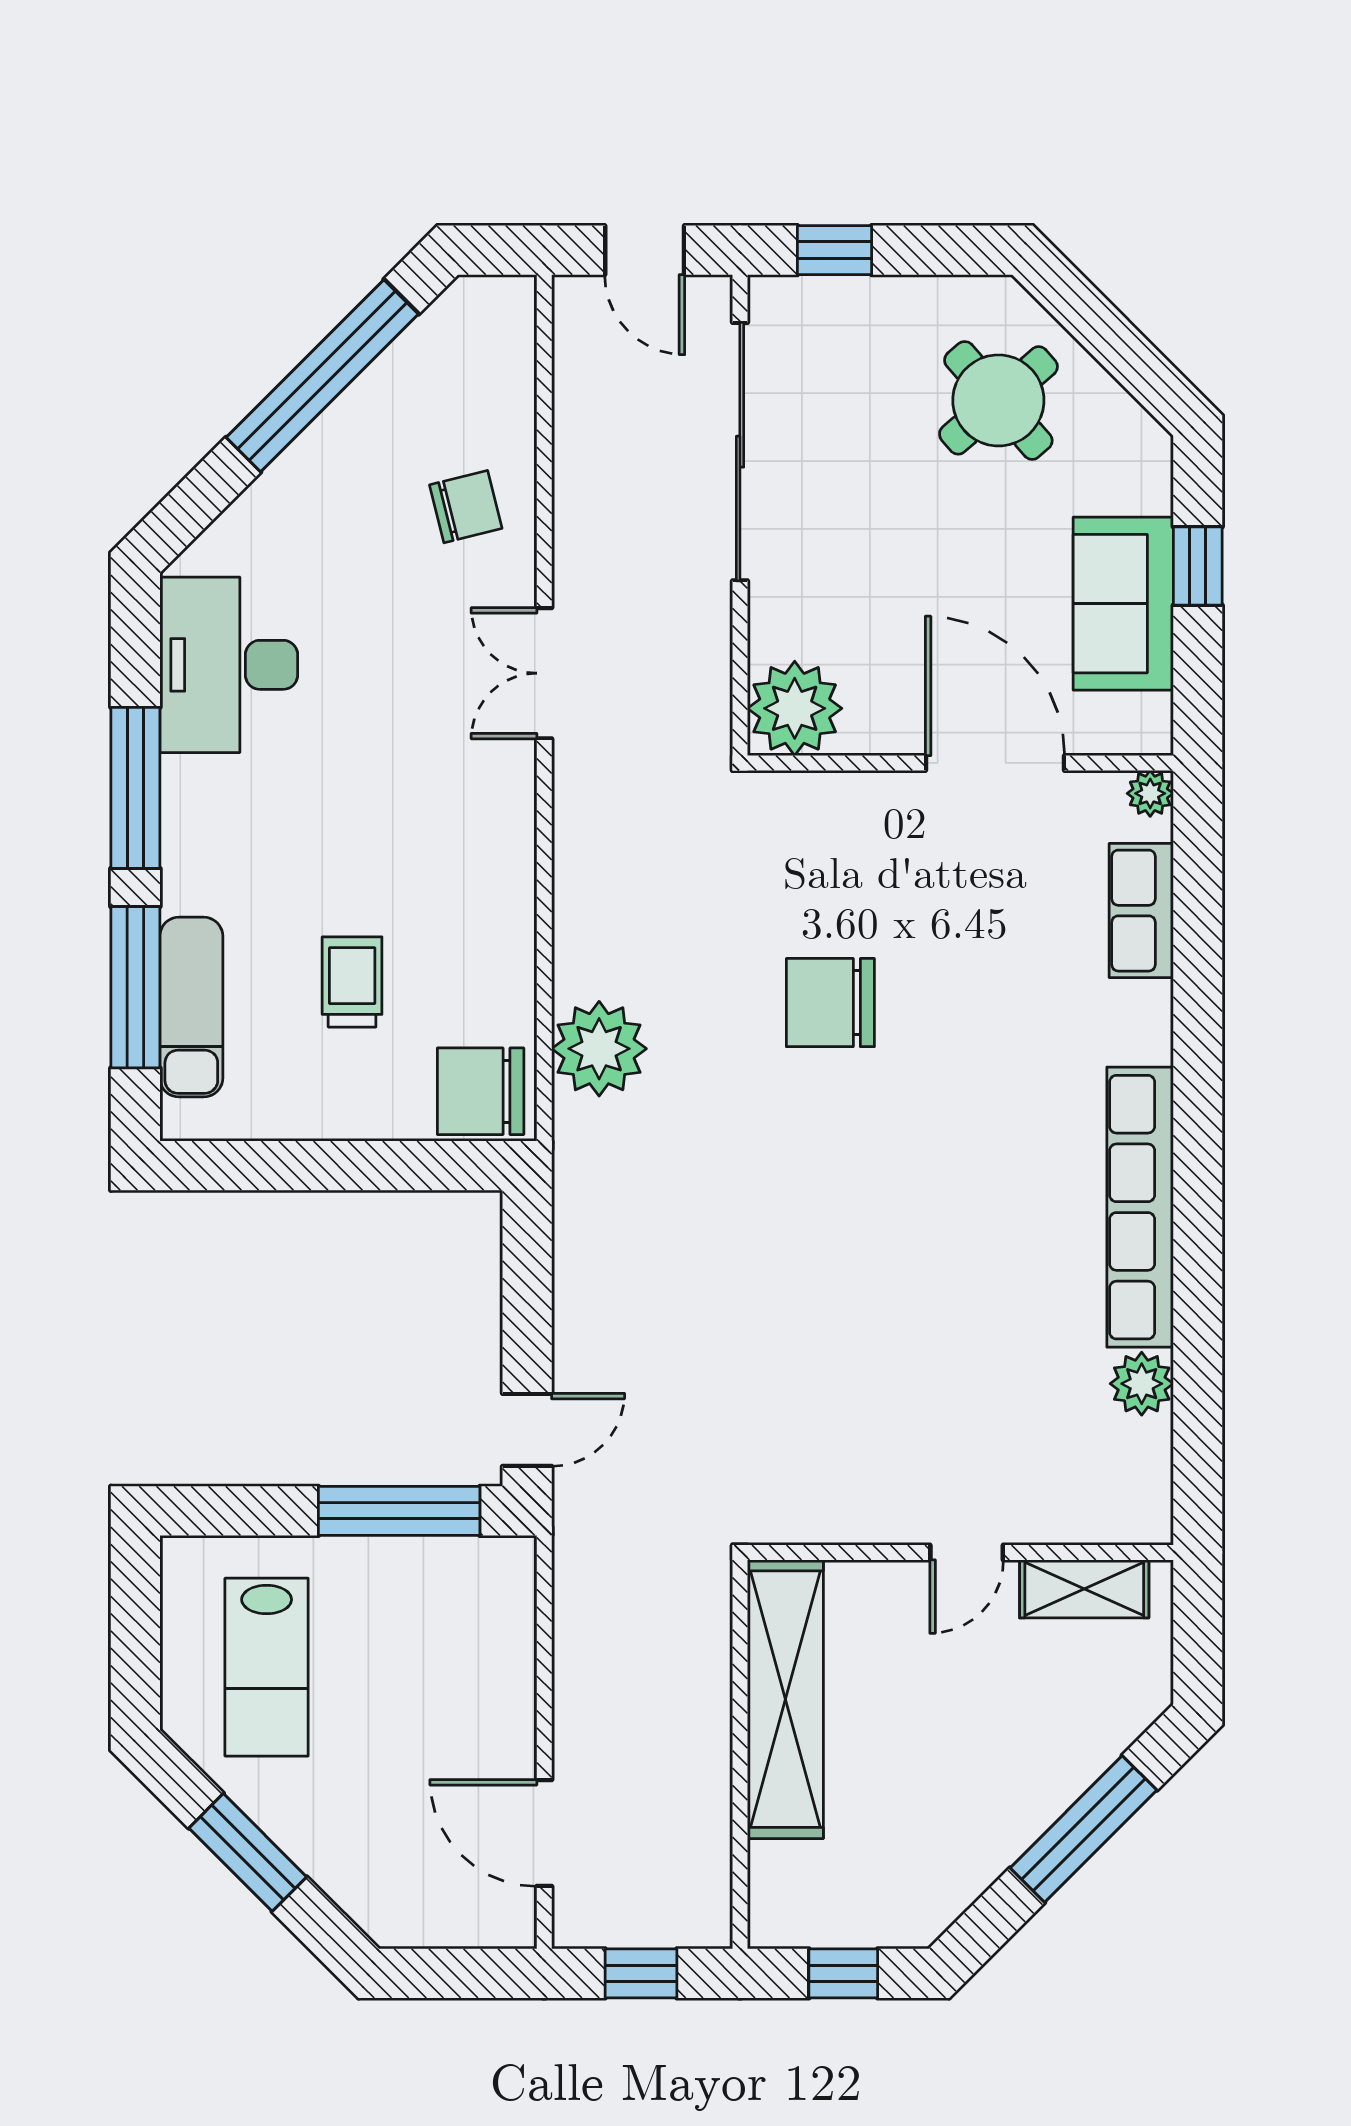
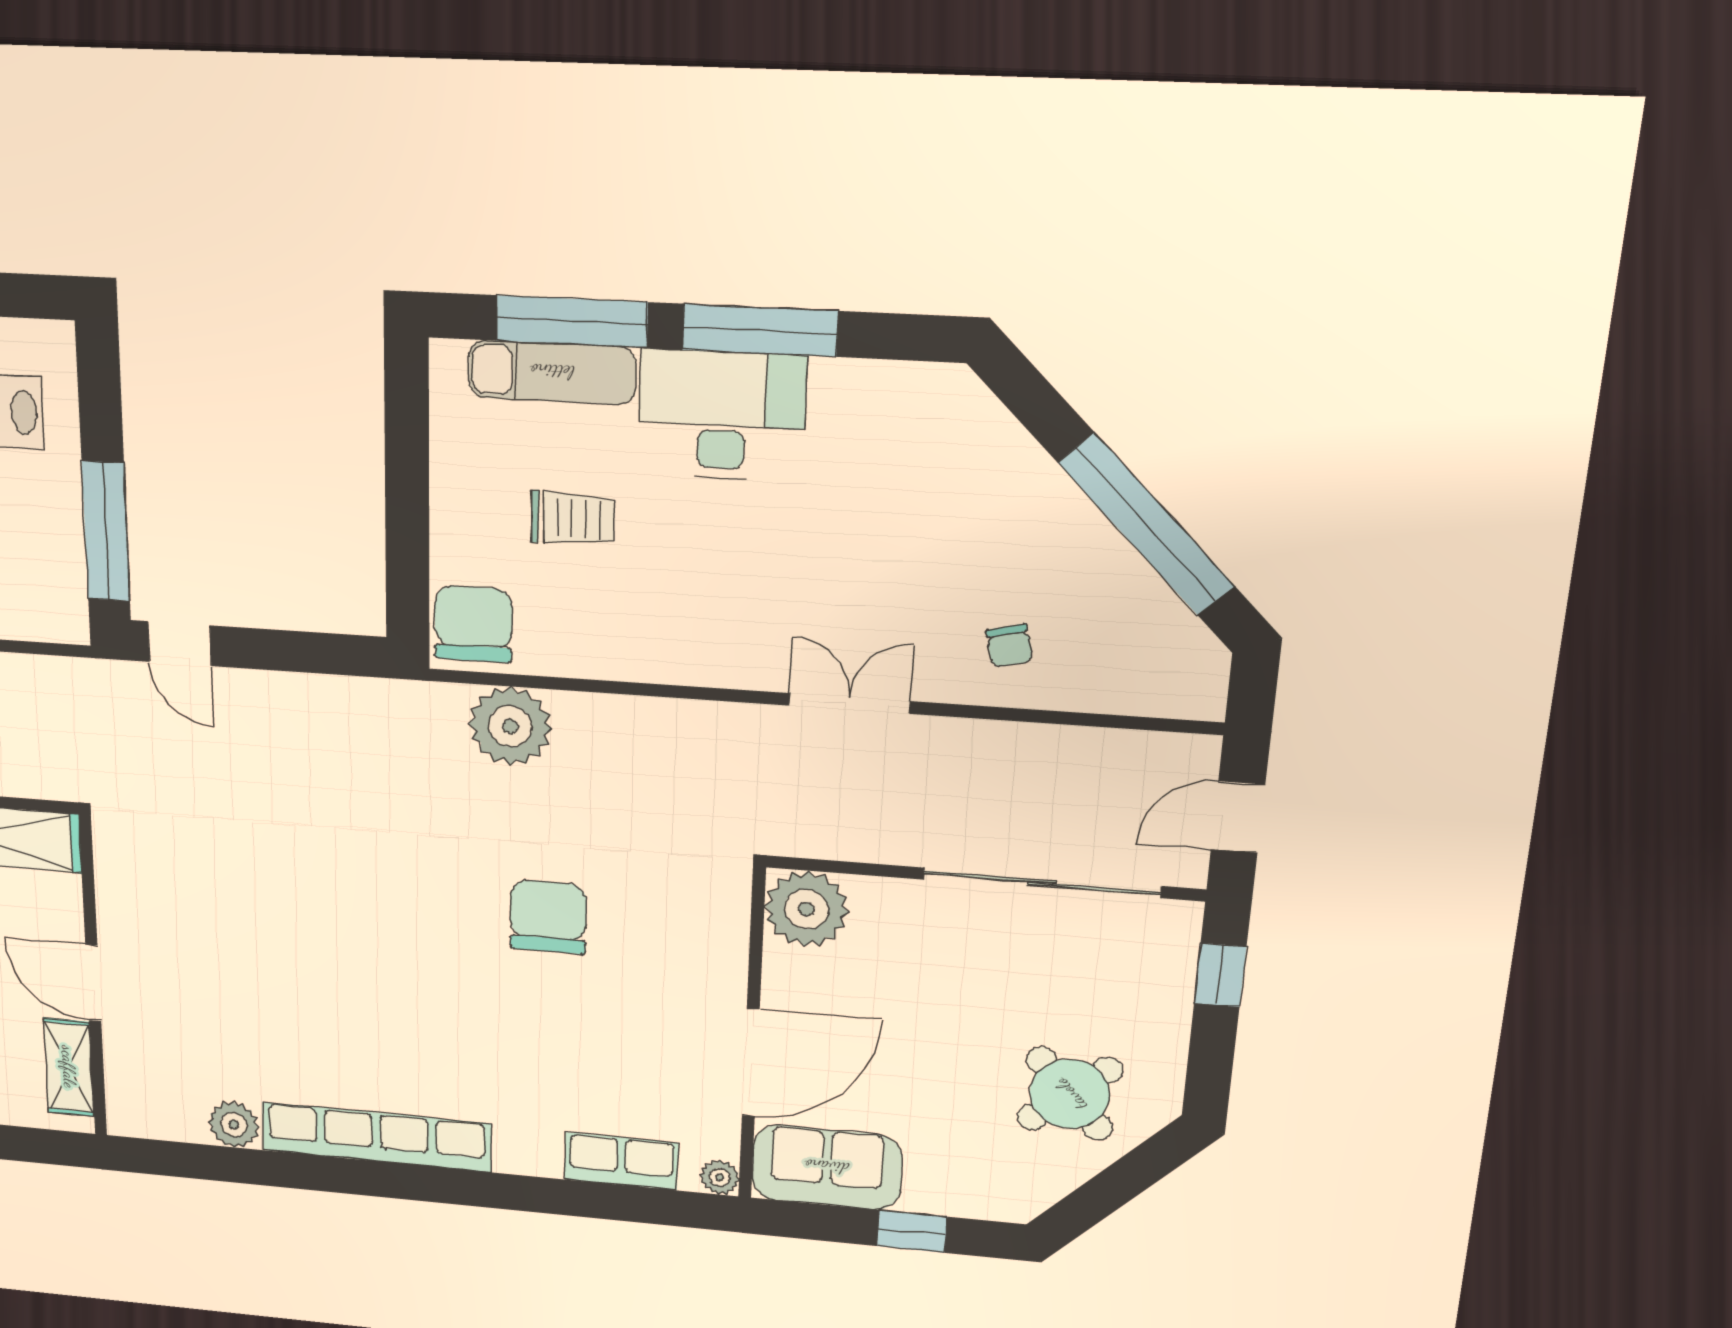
chair: (466, 507) -> (1009, 646), width x0.73, depth x0.73
sofa: (1123, 604) -> (827, 1167), moved
desk: (229, 665) -> (722, 415), moved
door: (967, 1552) -> (93, 983), width x1.38

